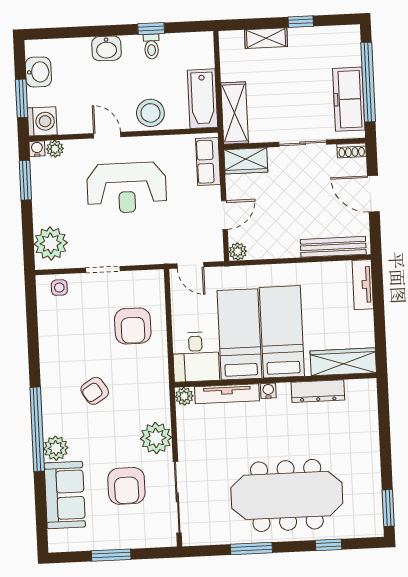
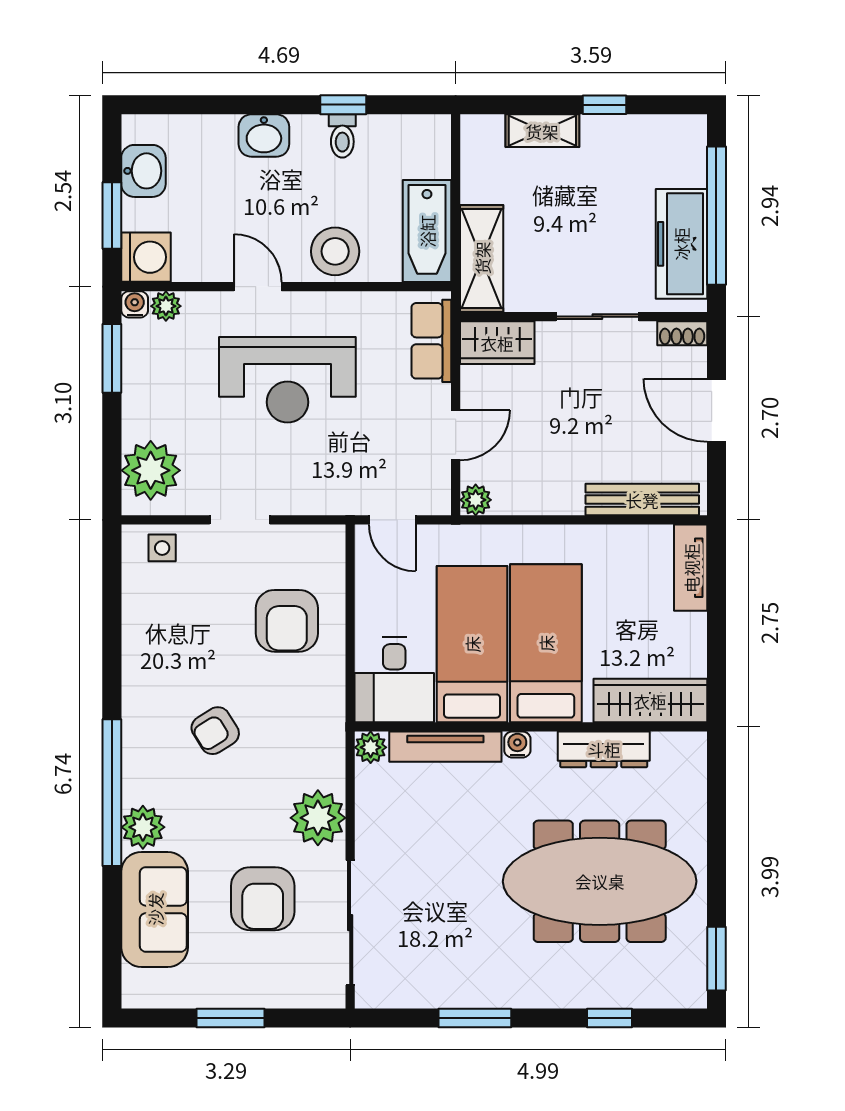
meeting table: (287, 495) -> (600, 881), moved

